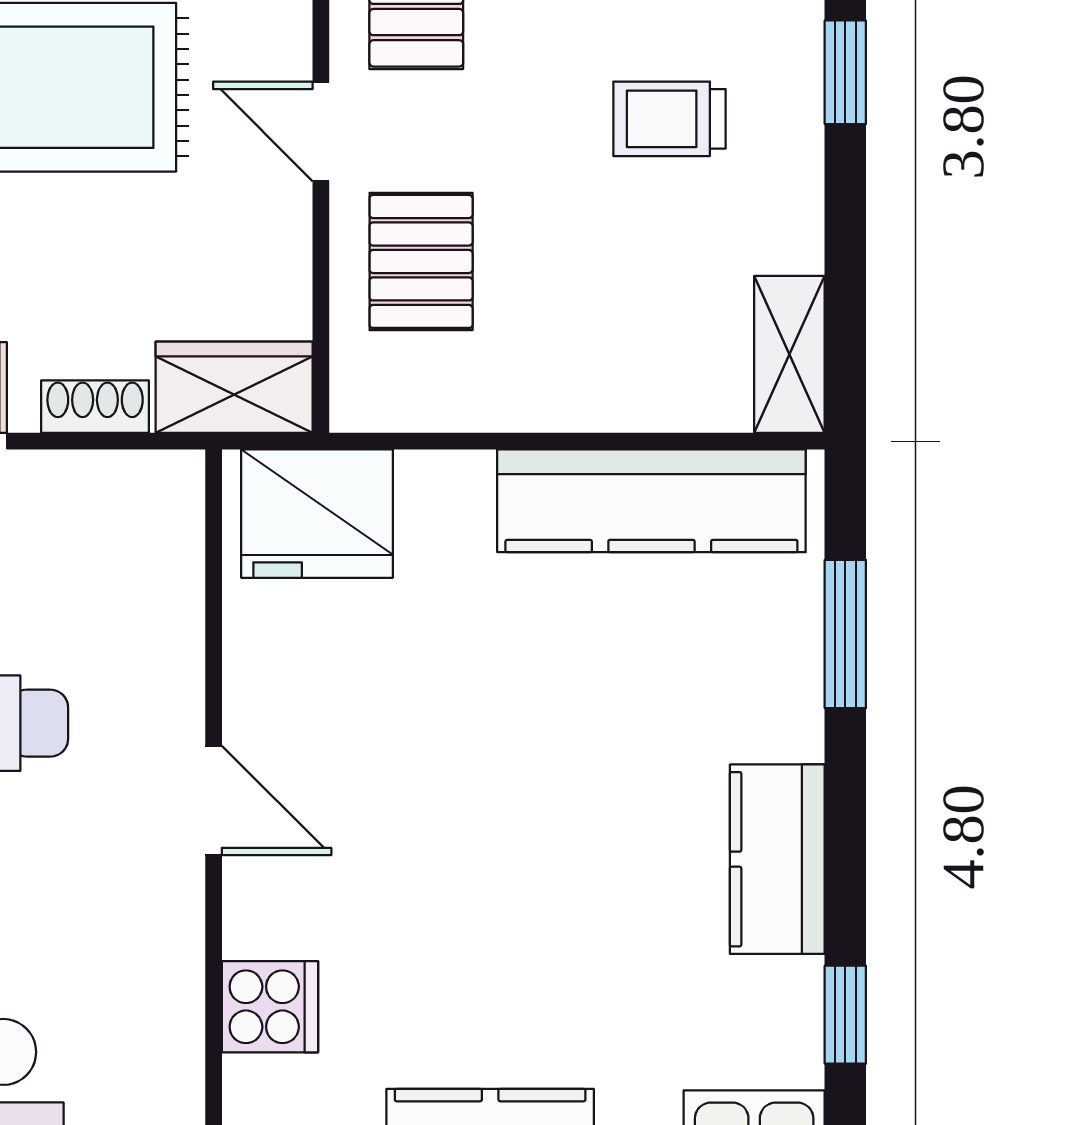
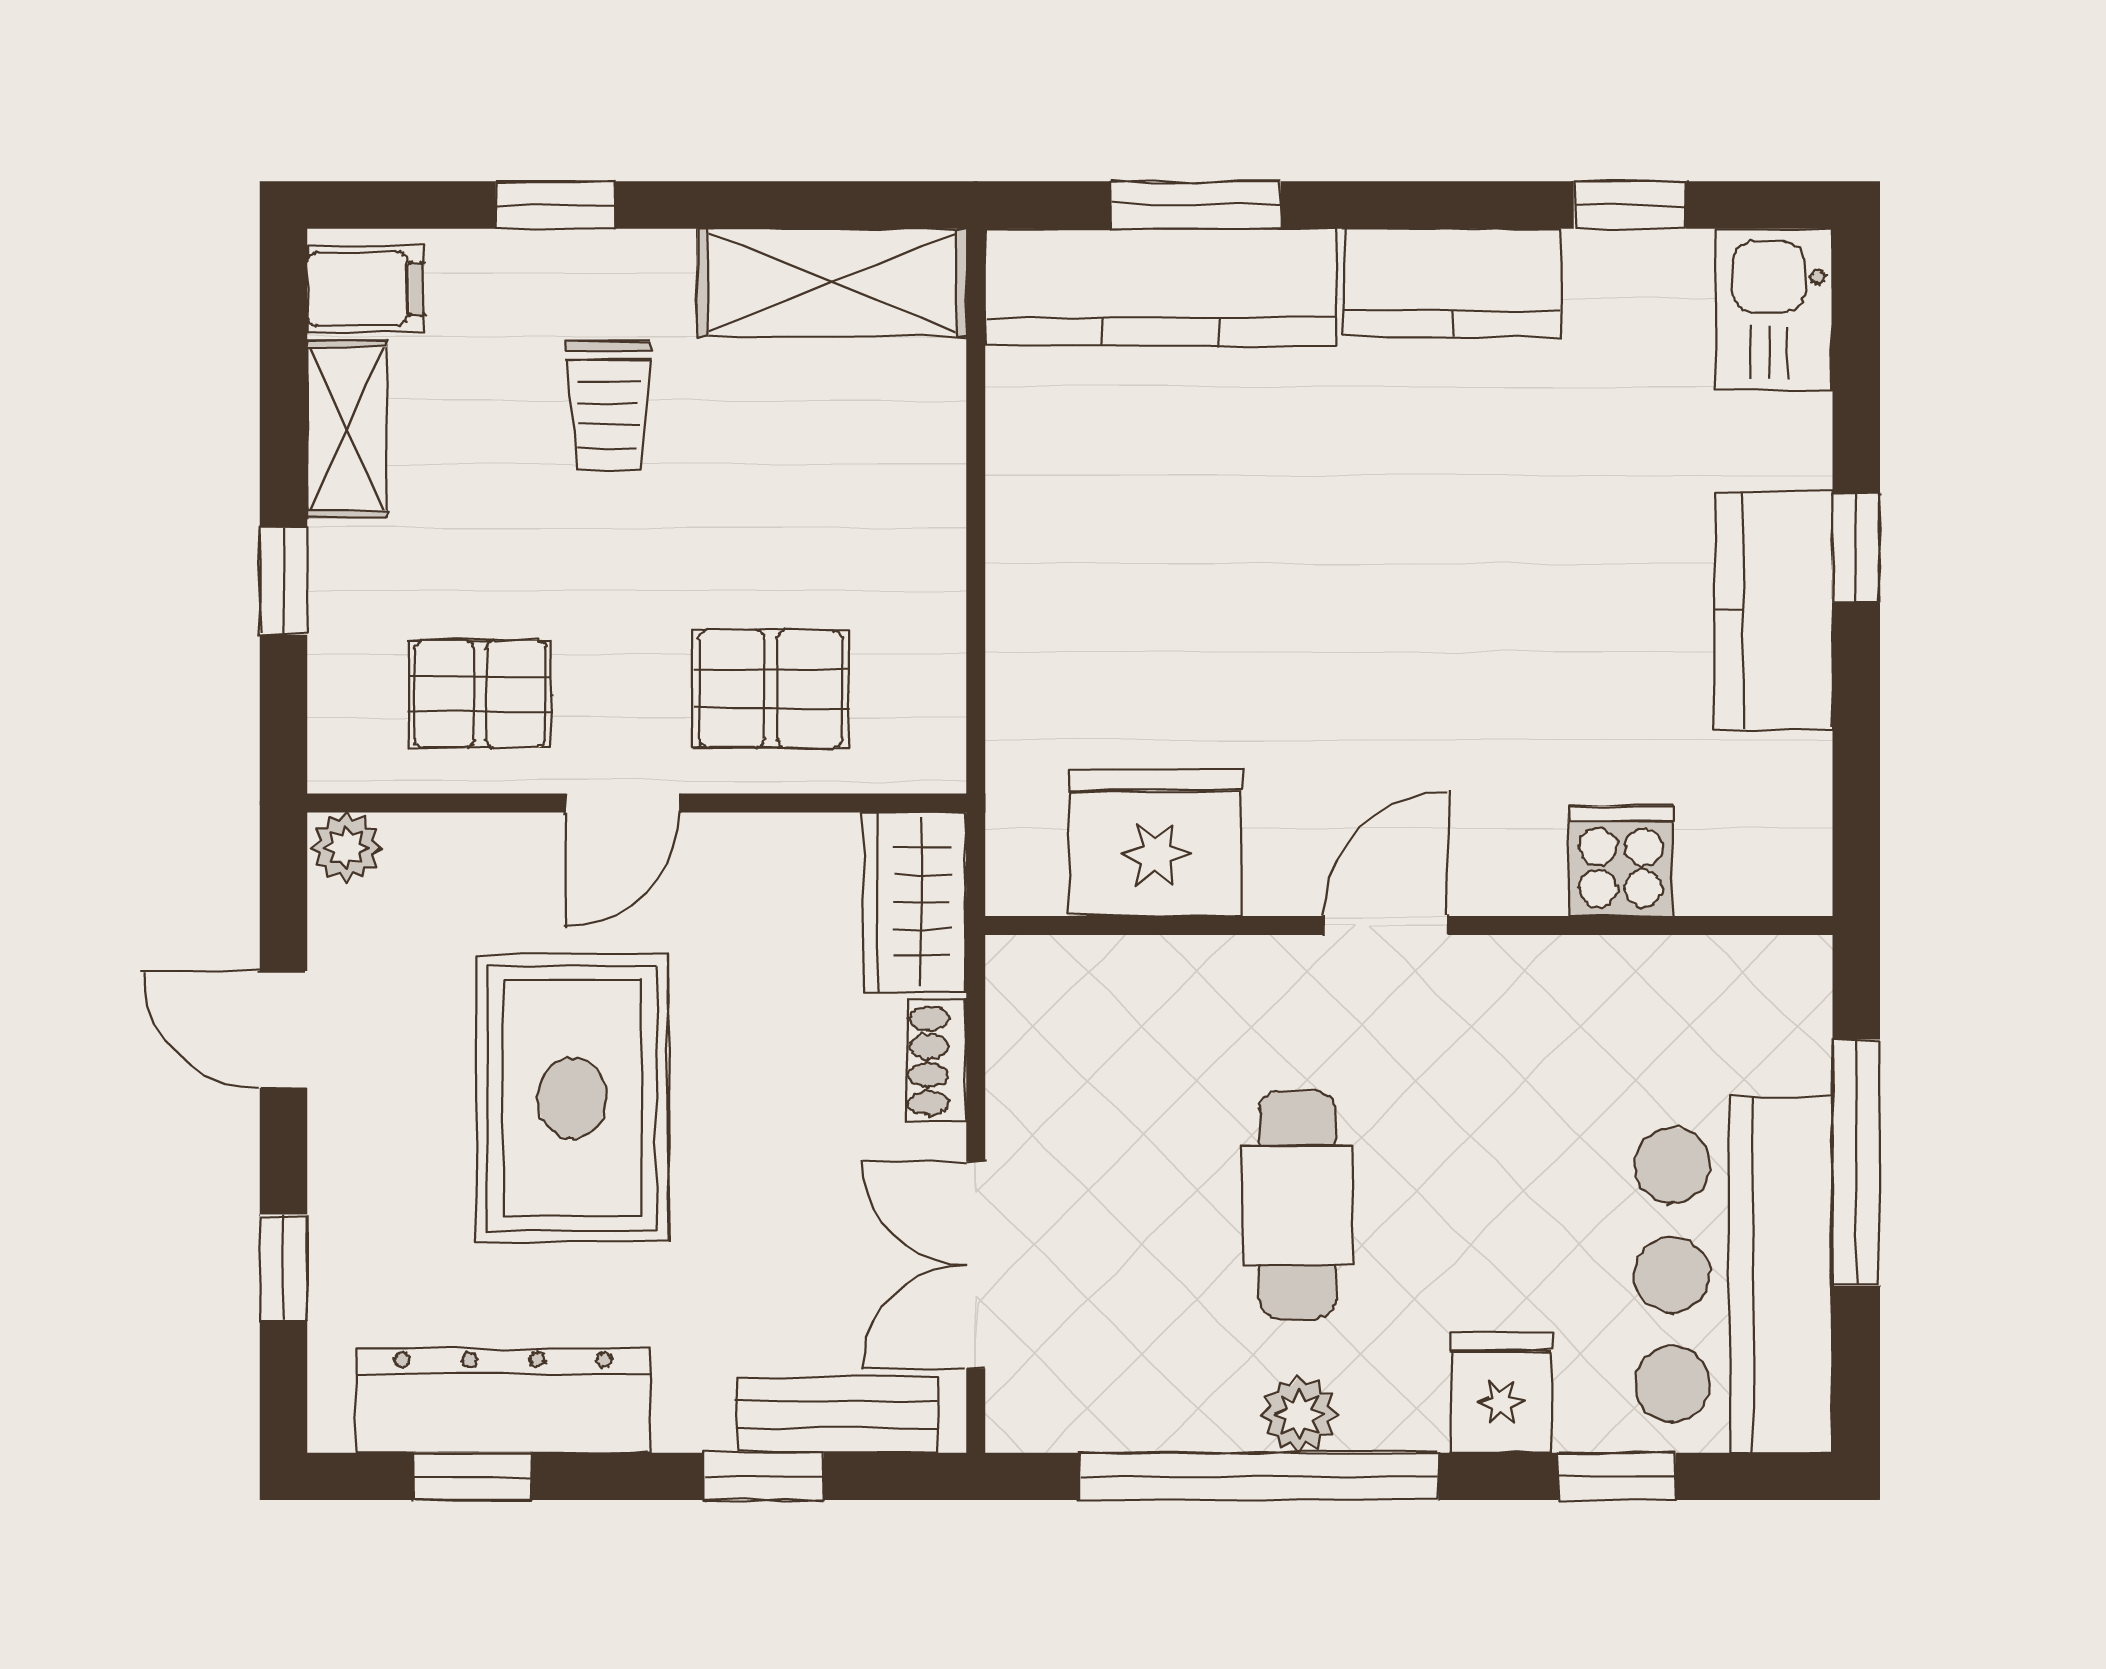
shelving: (789, 354) -> (832, 282), width x1.50, depth x1.33
kitchen counter: (651, 501) -> (1161, 287), moved, turned 90
fridge: (317, 514) -> (1155, 843), moved, turned -90

